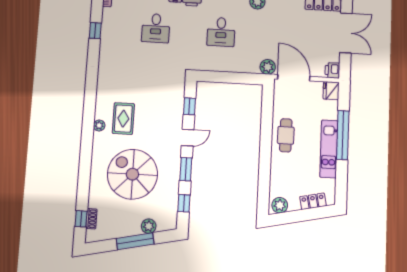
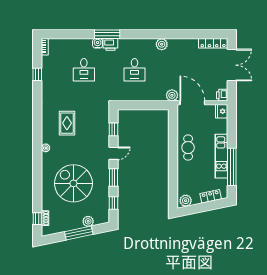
rug: (123, 119) -> (67, 123), moved
window: (343, 135) -> (232, 167), moved

